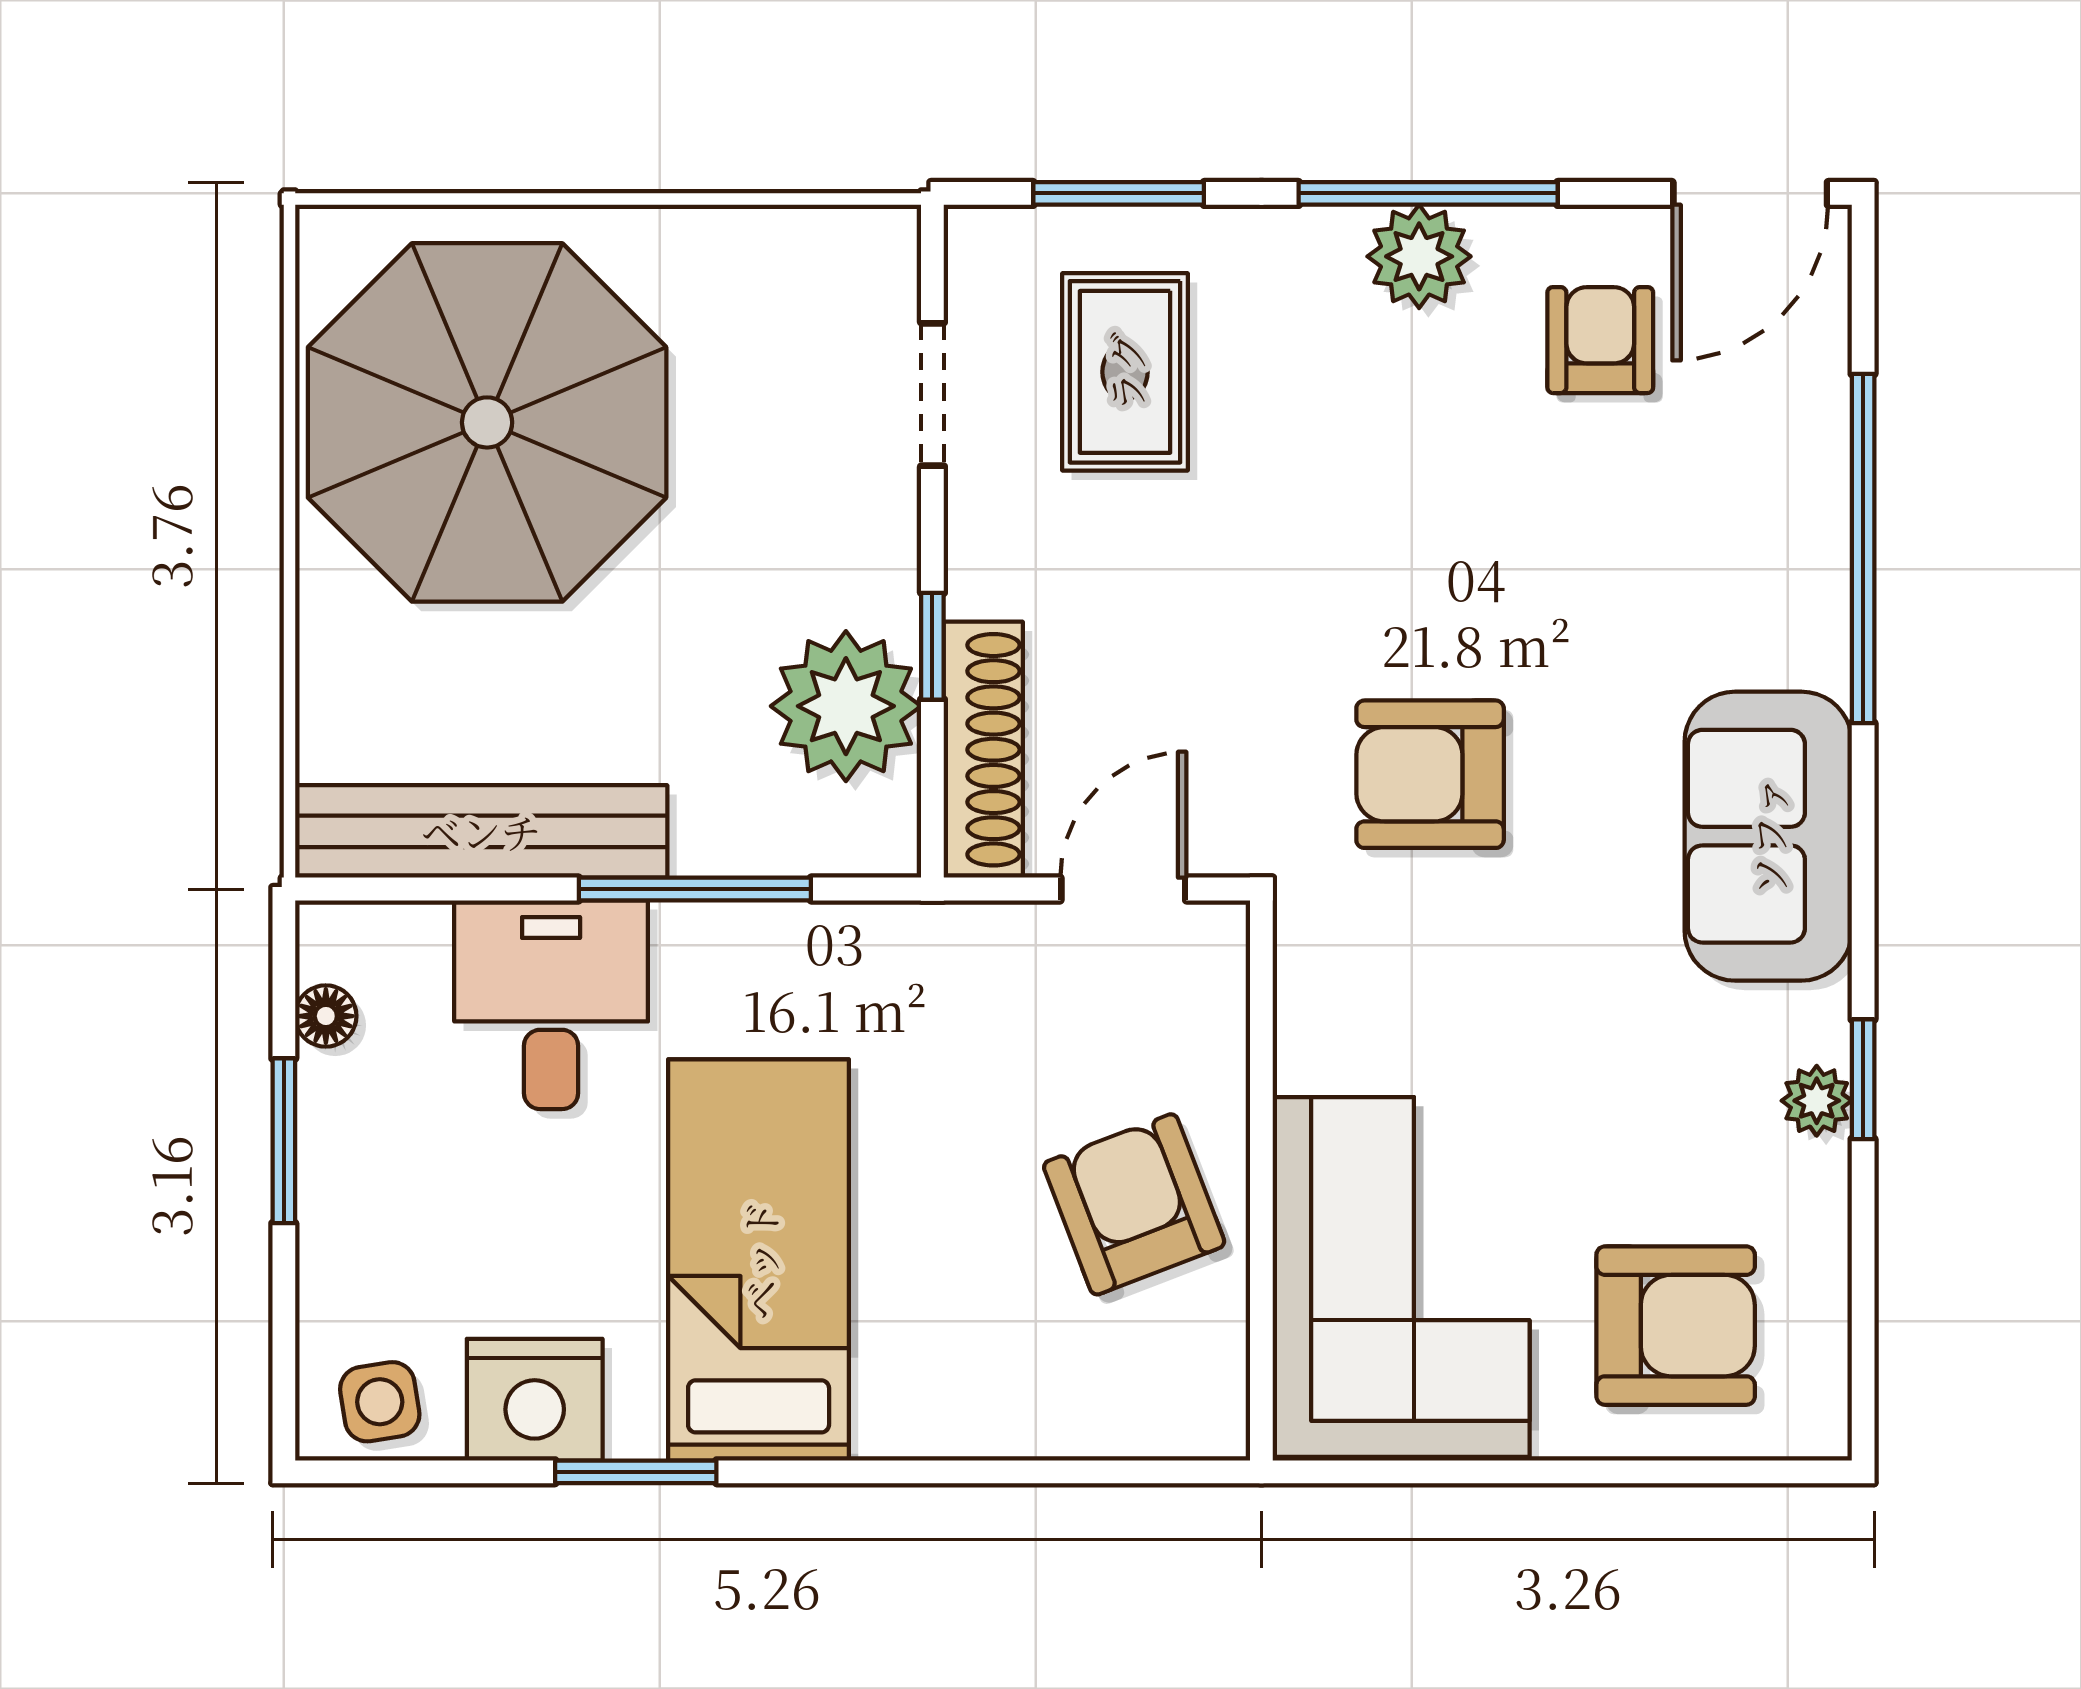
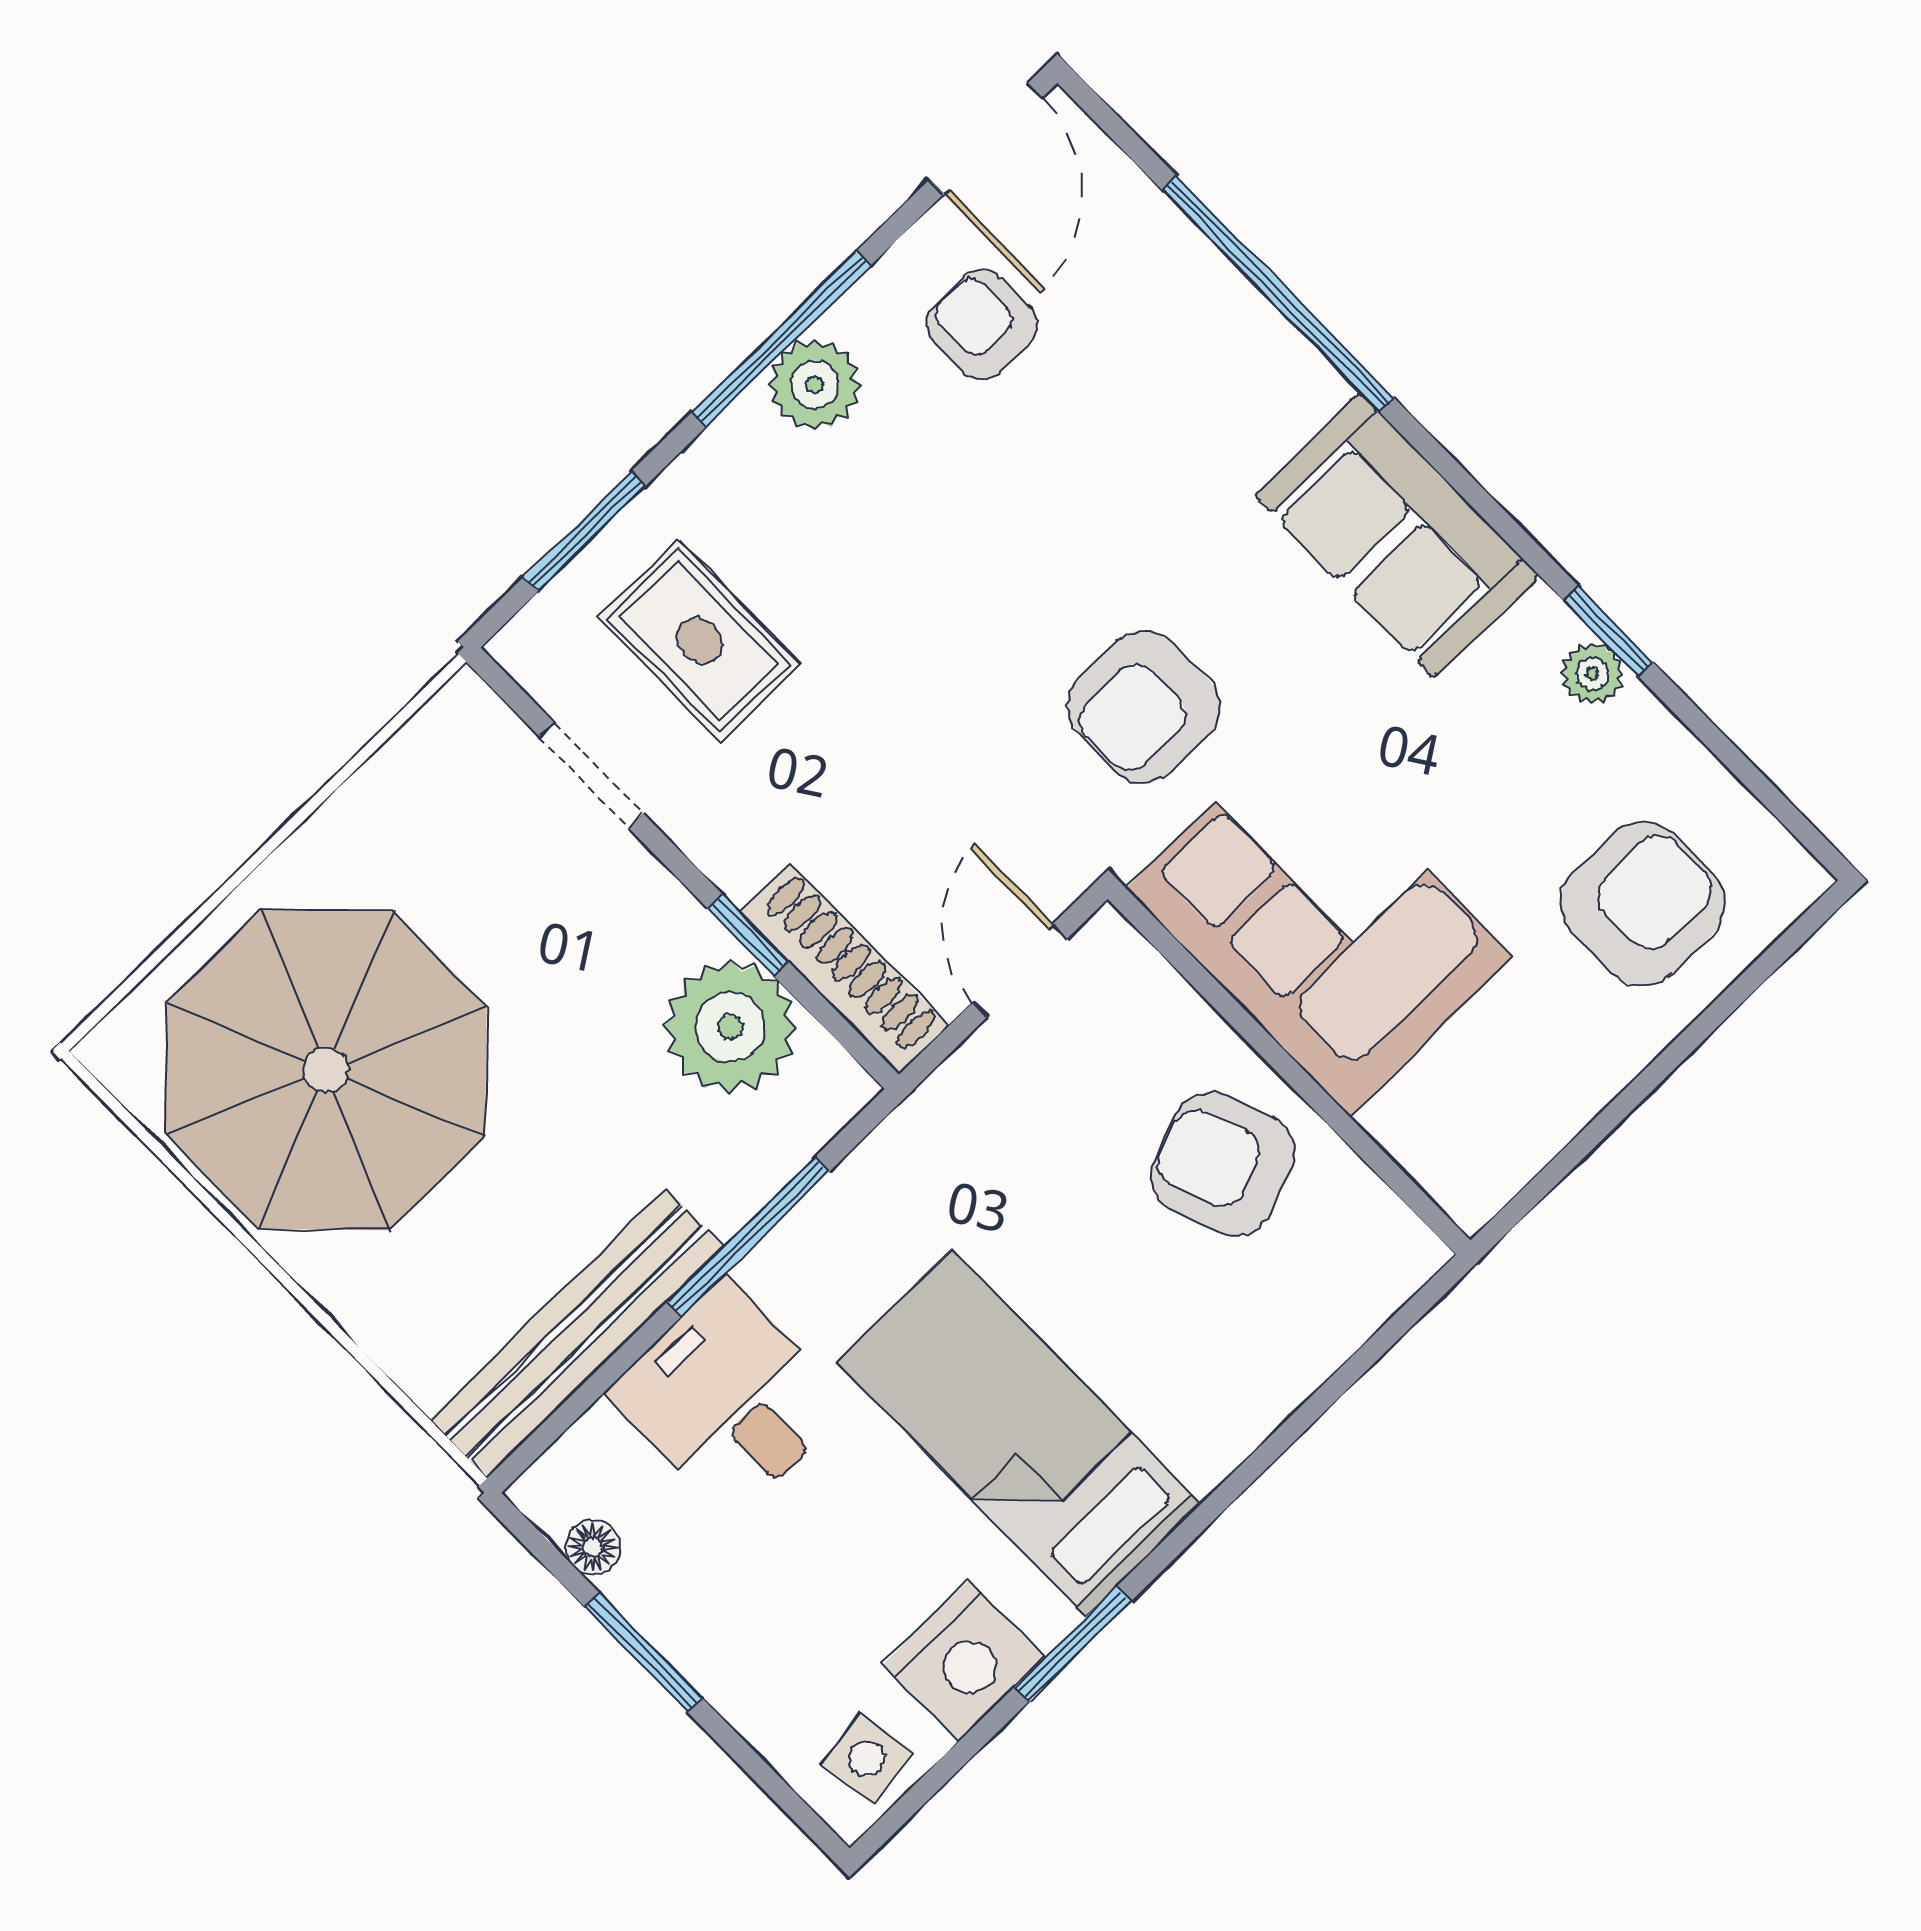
corner sofa: (1401, 1277) -> (1319, 923), moved

